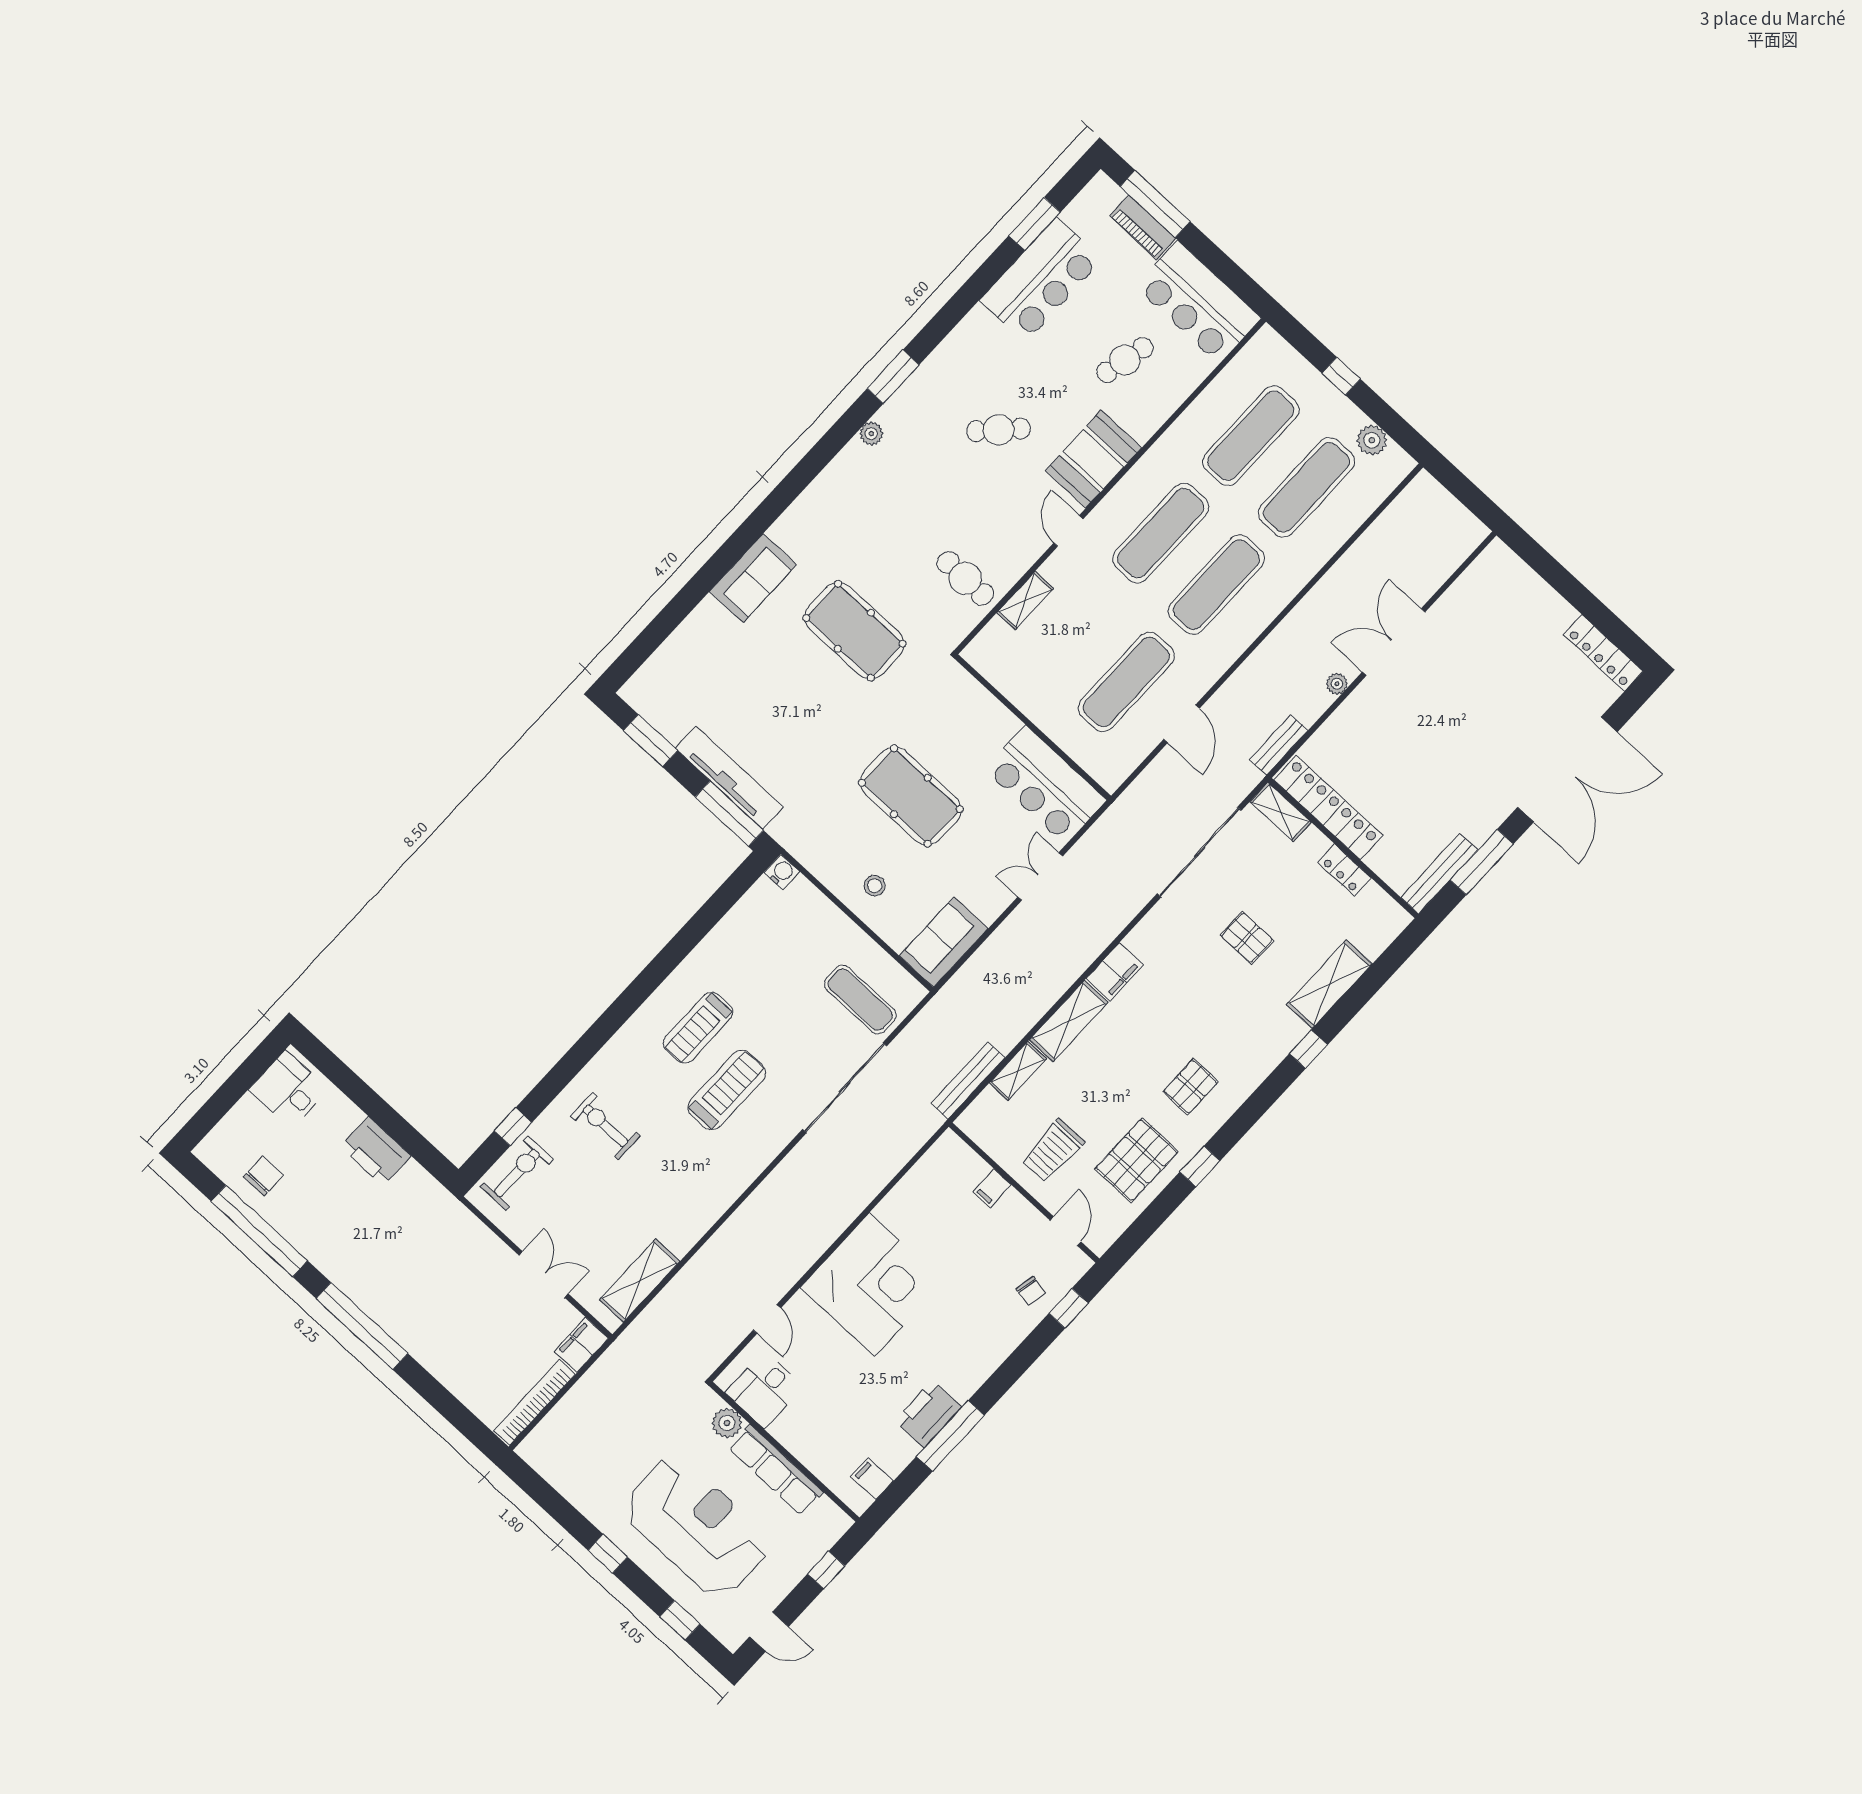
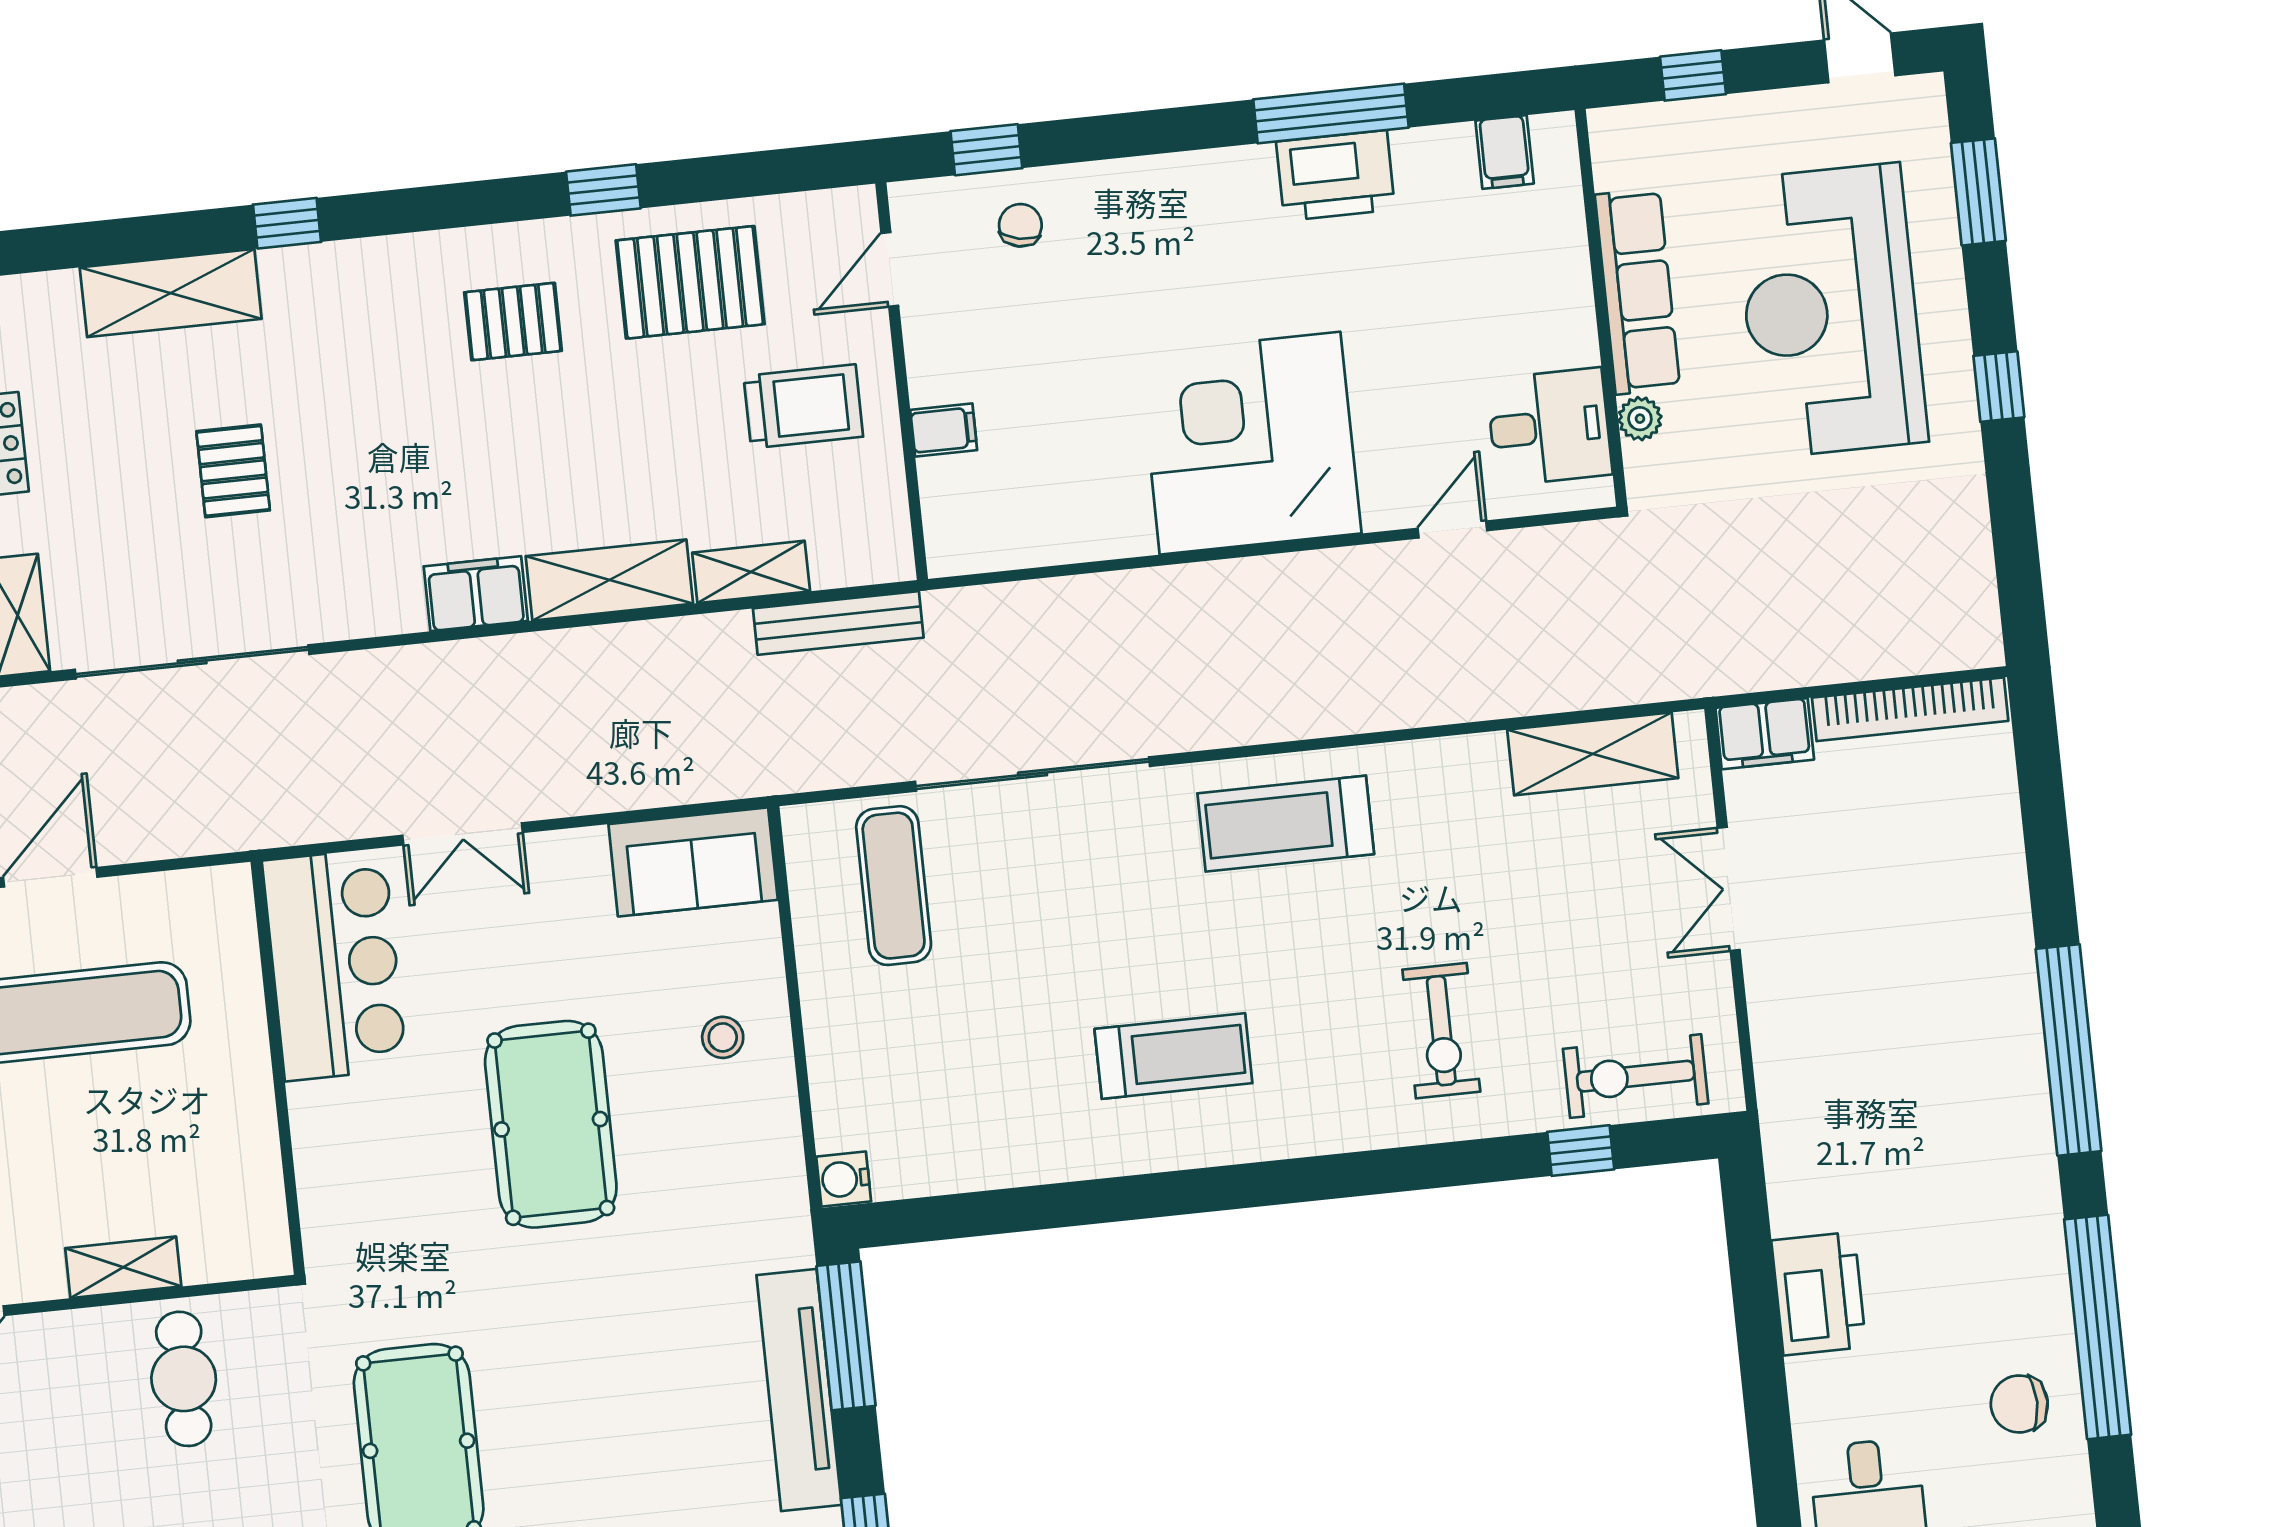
treadmill: (727, 1090) -> (1286, 824), moved
plant: (727, 1423) -> (1640, 419), width x0.73, depth x0.73
window: (680, 1620) -> (1978, 192), width x1.50

